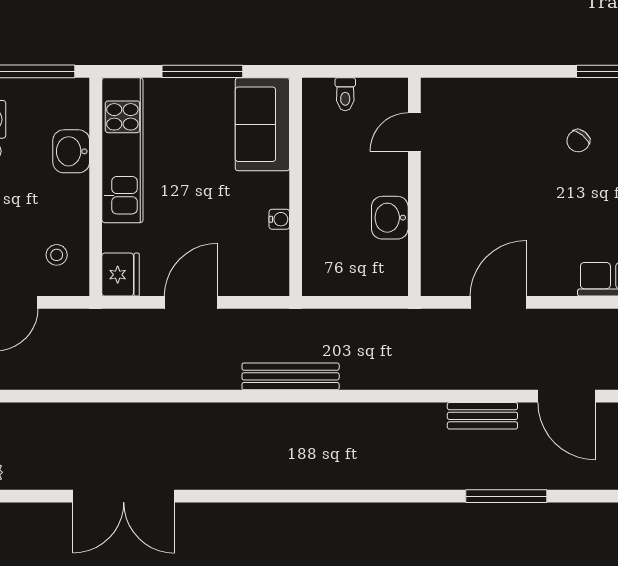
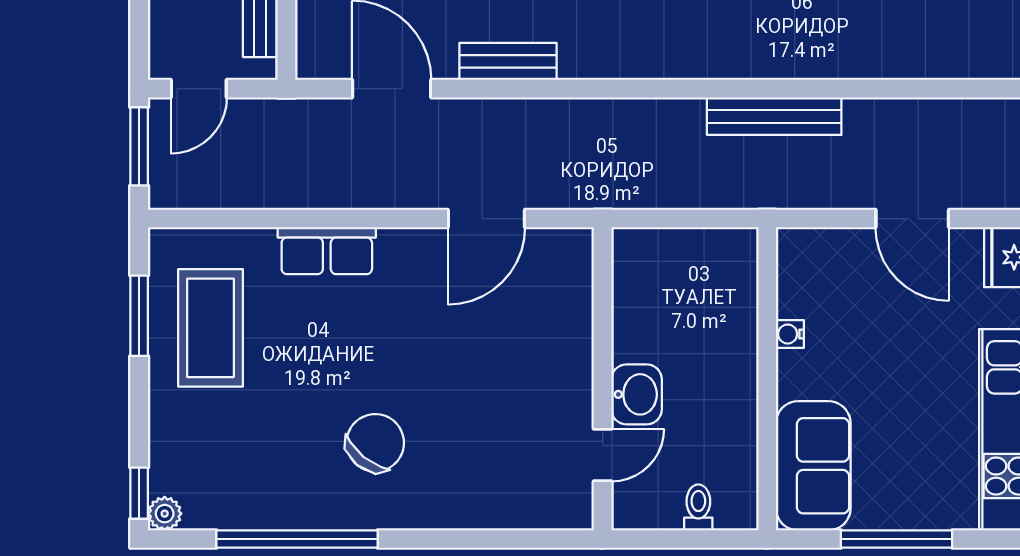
chair: (578, 141) -> (375, 443), width x1.87, depth x1.87
washbasin: (390, 218) -> (637, 394), moved
door: (191, 302) -> (912, 219), hinge flipped

